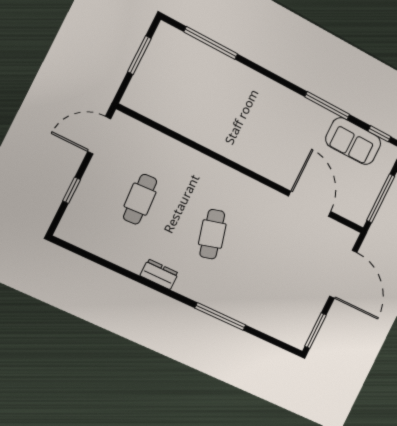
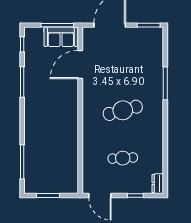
sofa: (353, 141) -> (61, 37), moved, turned 90
cafe table: (212, 234) -> (123, 110), width x1.37, depth x1.35
dresser: (159, 274) -> (158, 184), moved

